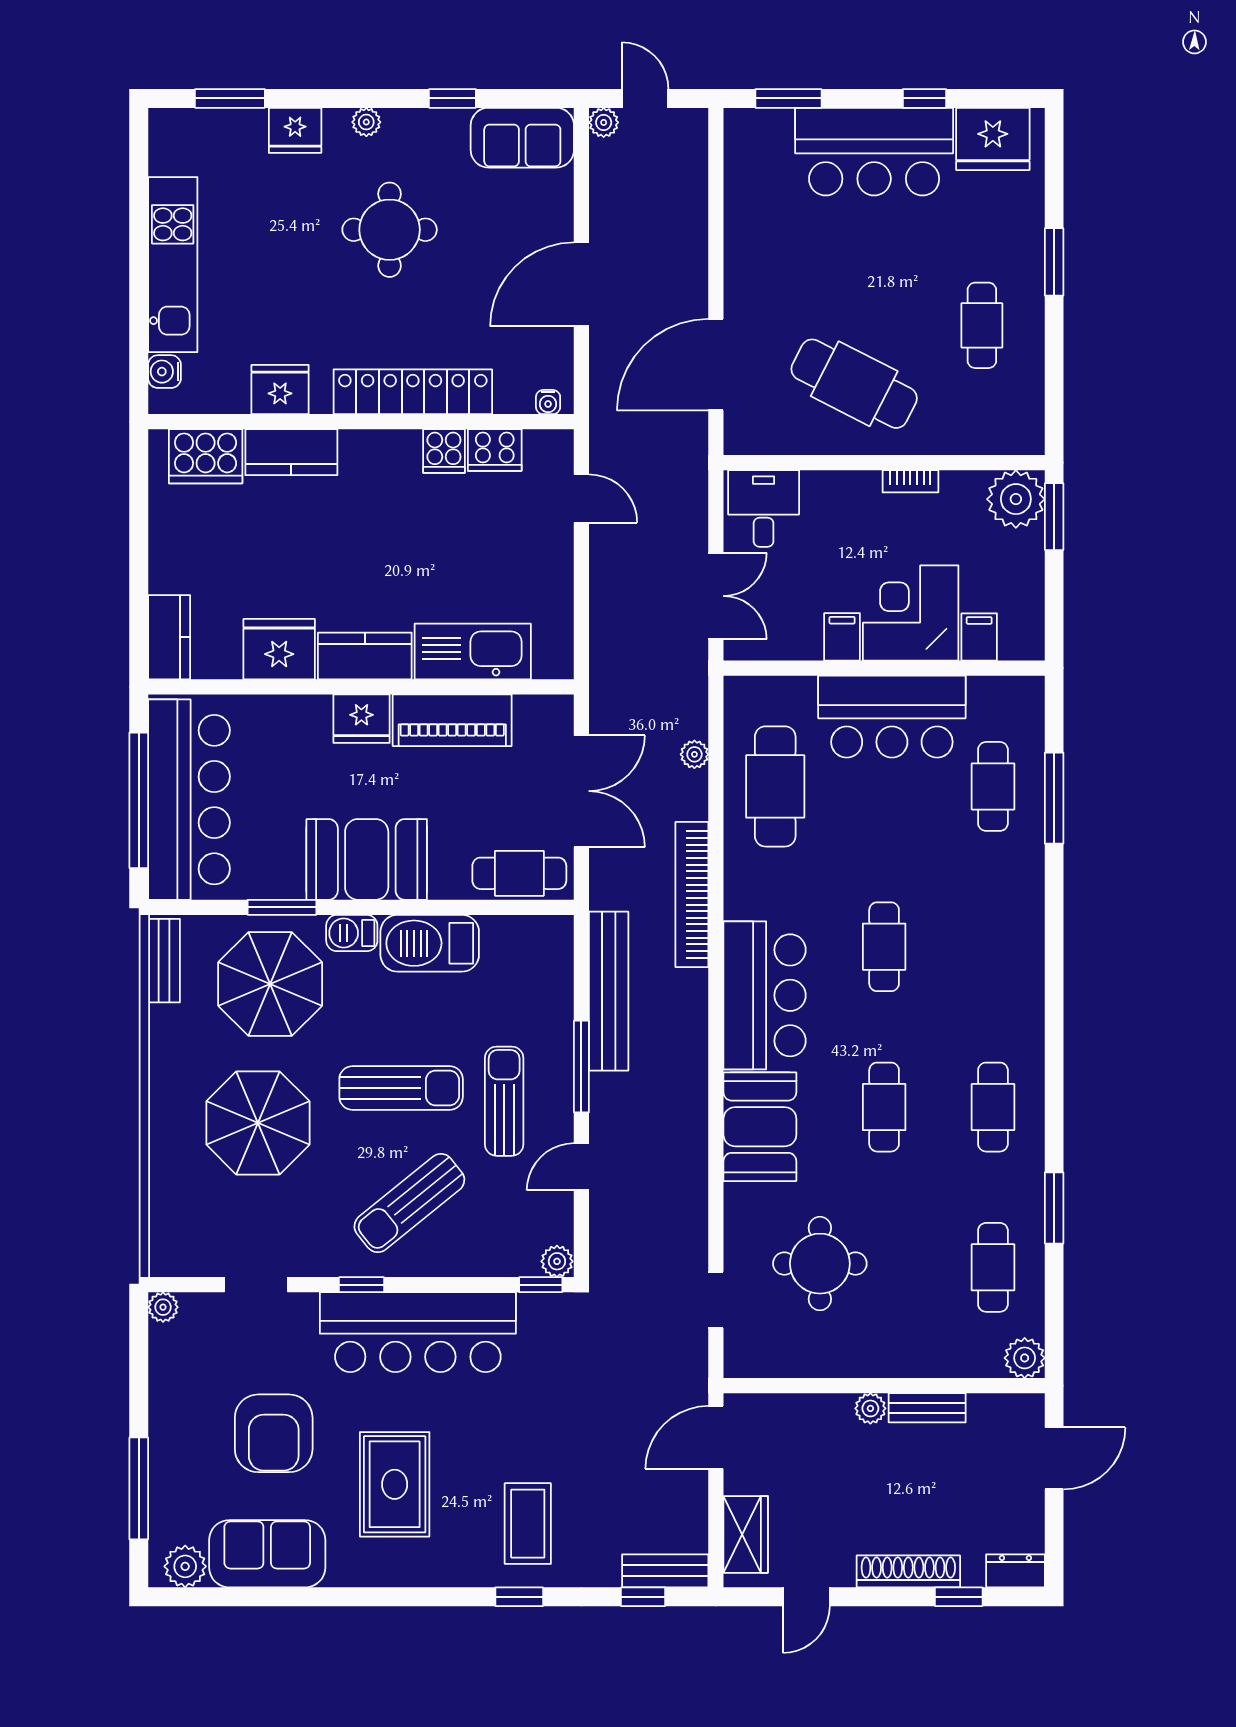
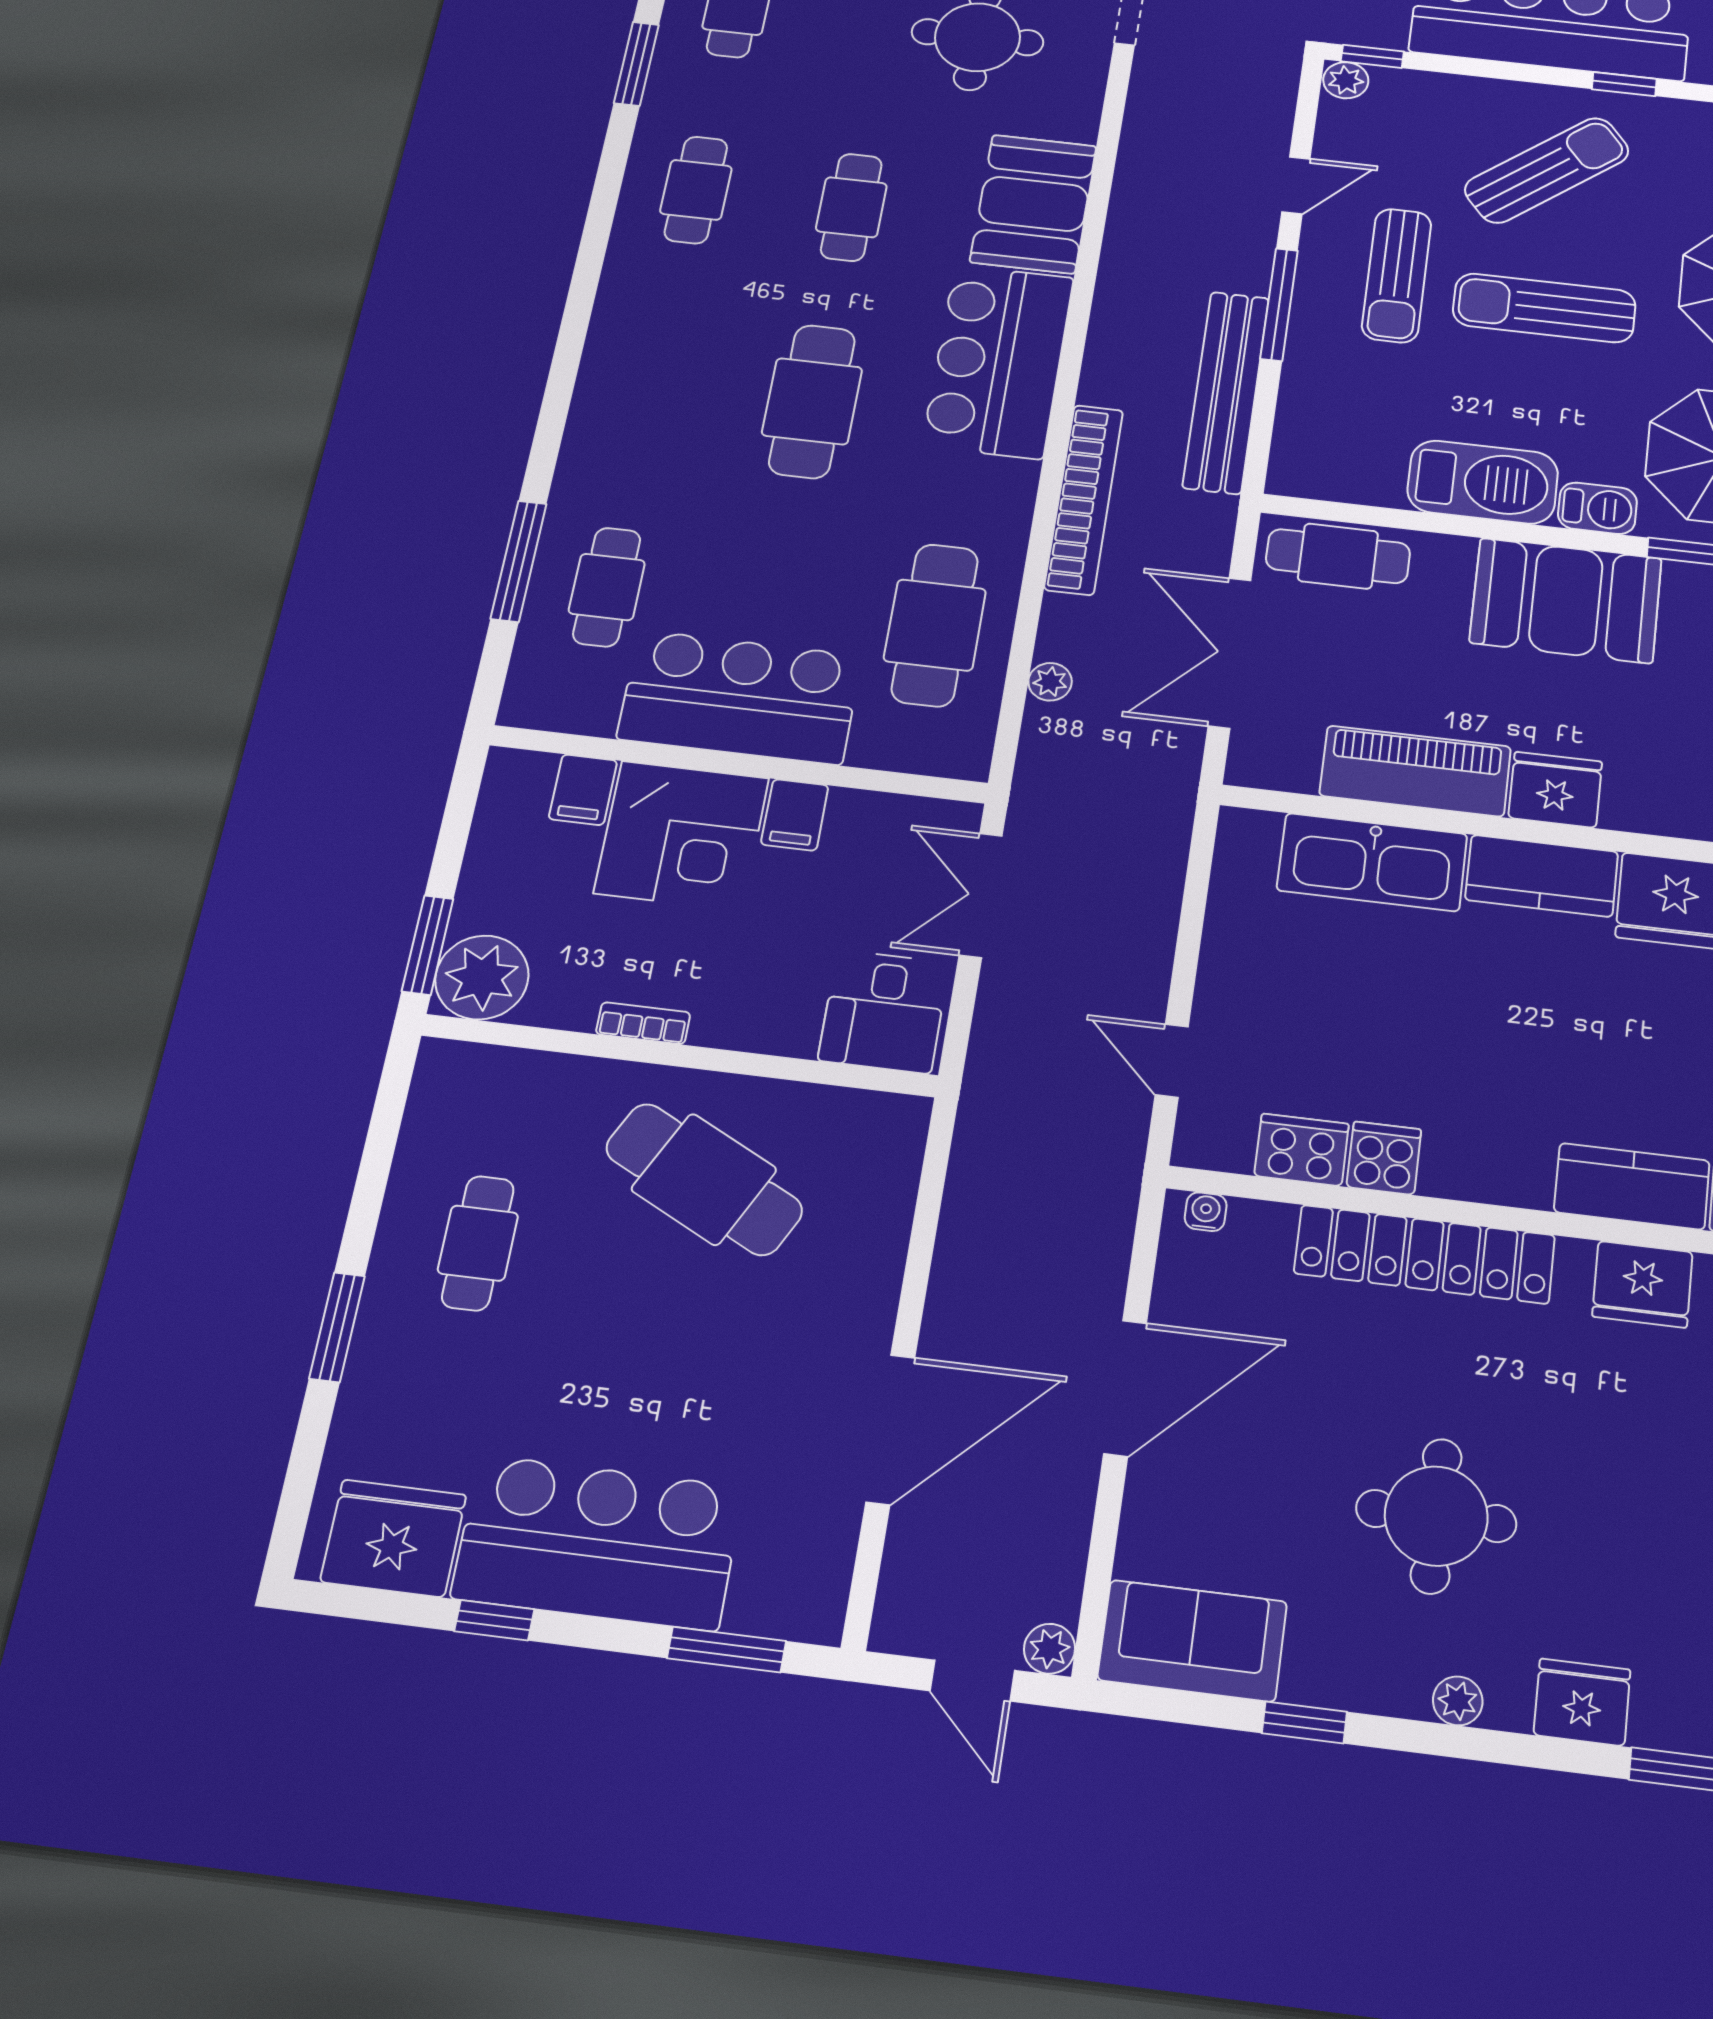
door: (716, 365) -> (890, 1429), moved
cafe table: (884, 947) -> (812, 401), width x1.37, depth x1.35

